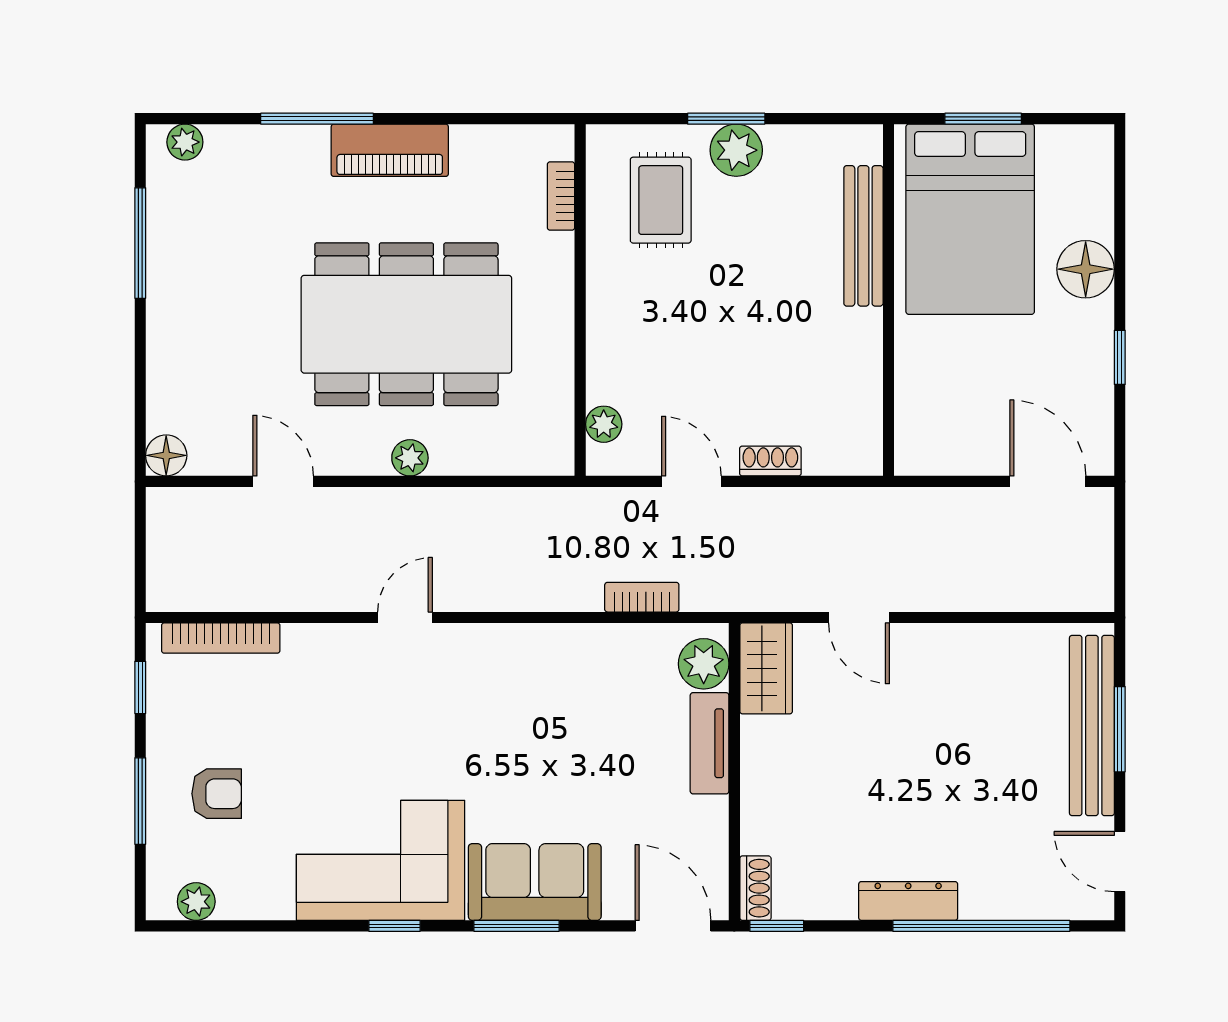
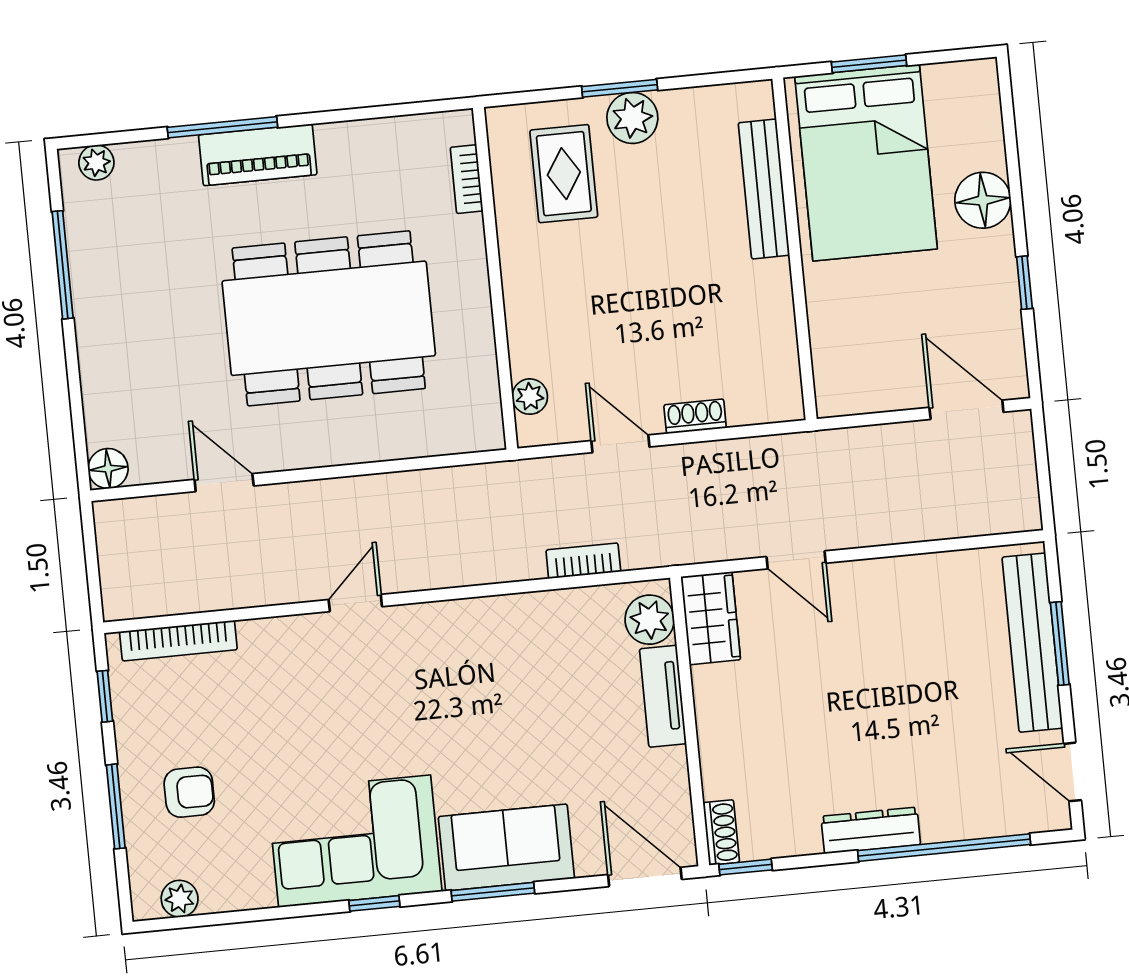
piano: (390, 150) -> (258, 155), moved
plant: (410, 458) -> (345, 448), removed

